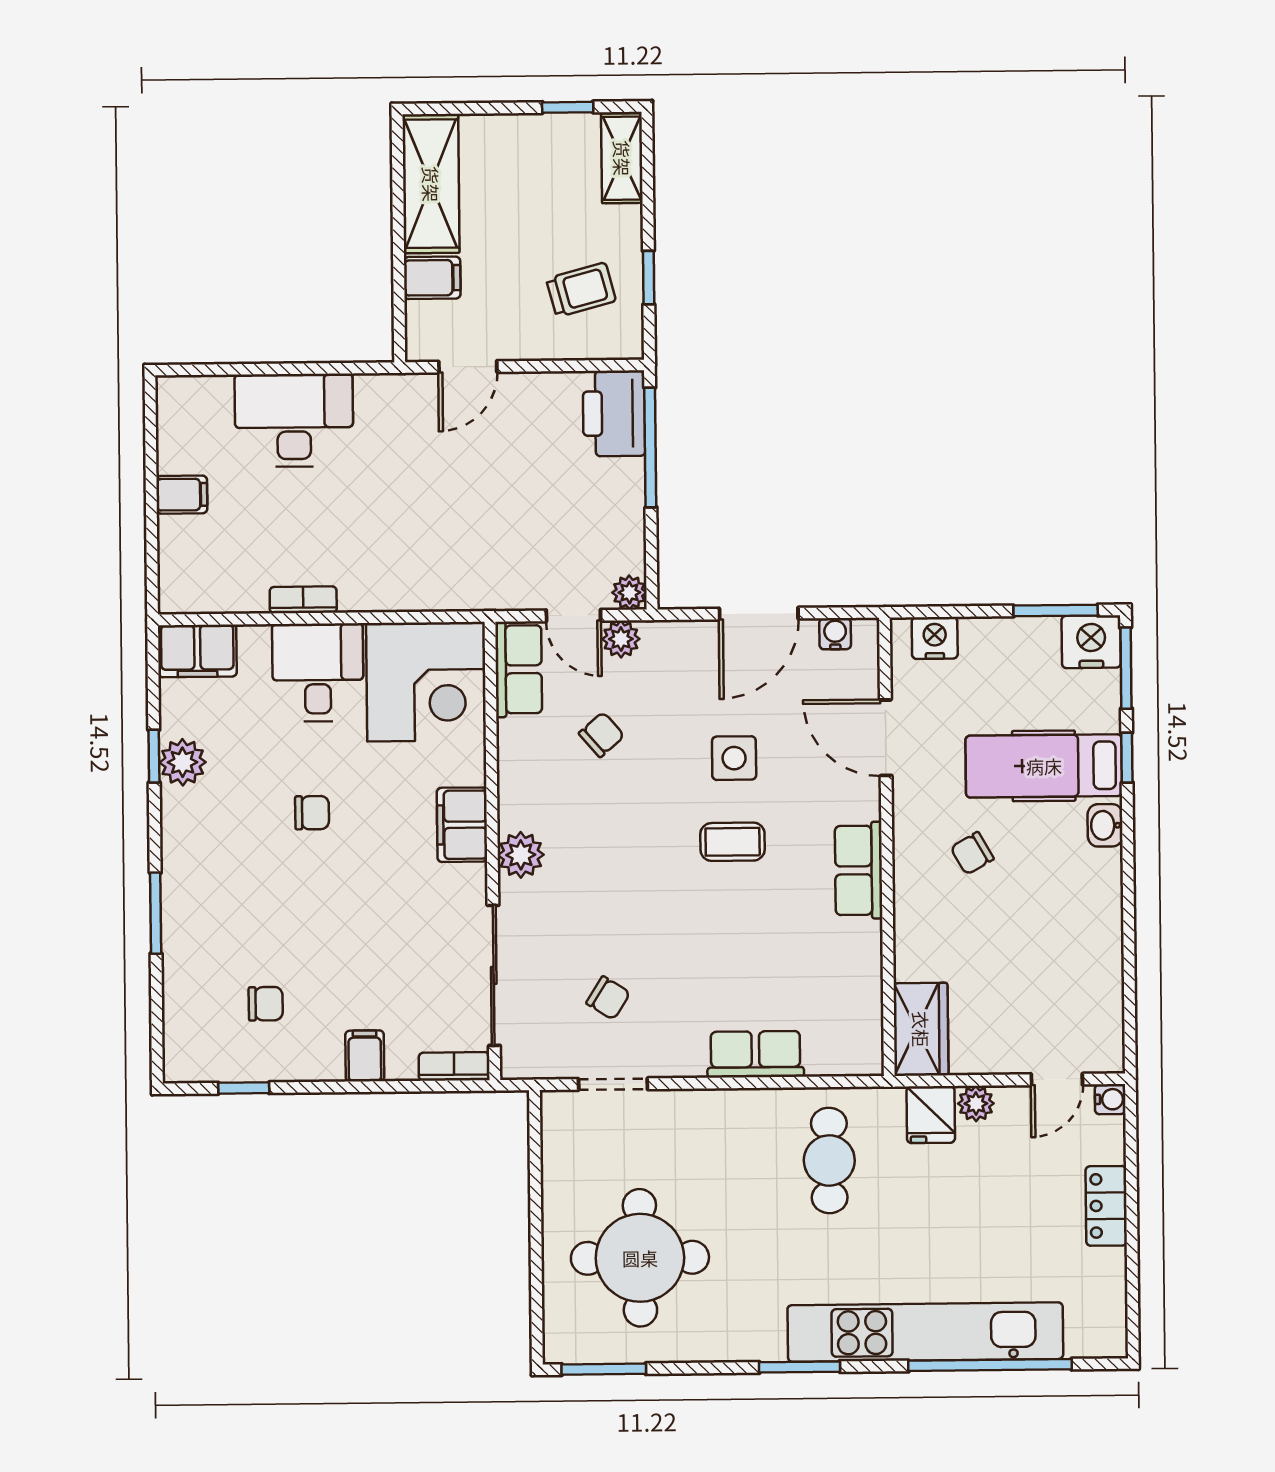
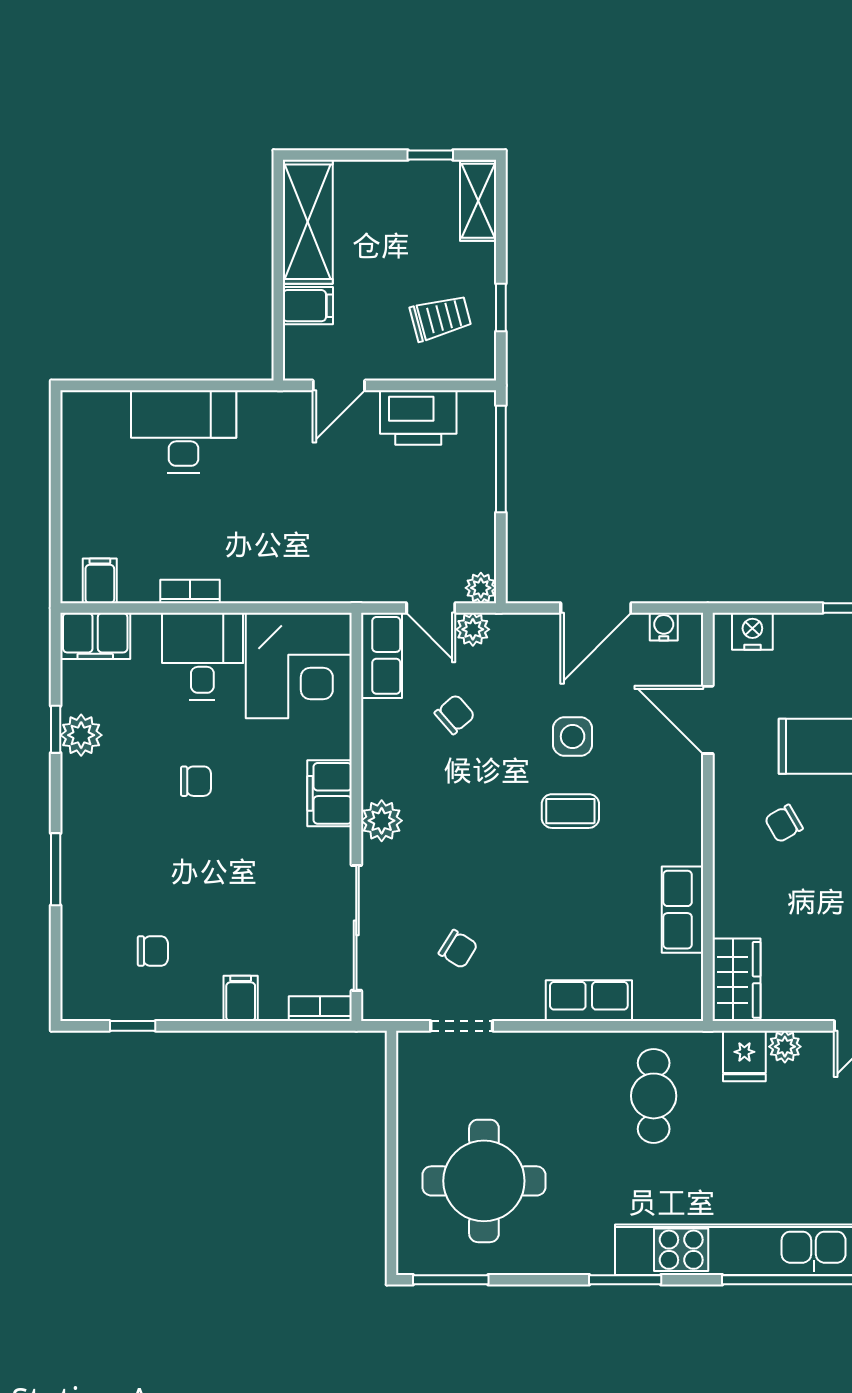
printer: (614, 413) -> (418, 417), moved, turned -90
filing cabinet: (182, 495) -> (100, 581), moved, turned -90
row of seats: (859, 870) -> (682, 910), moved

